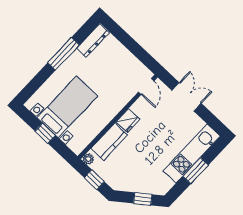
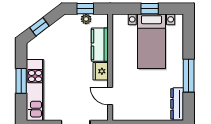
door: (146, 86) -> (110, 96), moved
plant: (88, 159) -> (86, 19), moved

